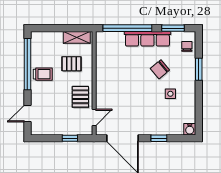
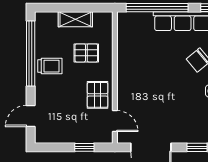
shelving: (77, 37) -> (75, 19), moved
door: (94, 117) -> (115, 121), hinge flipped

